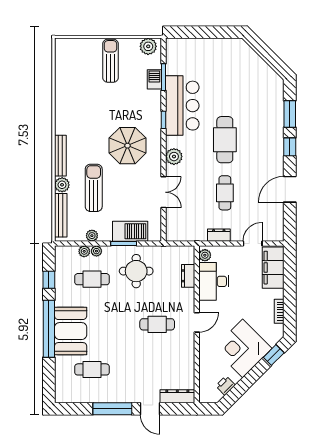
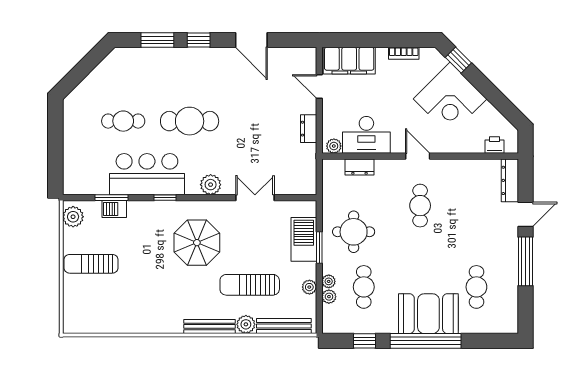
cafe table: (225, 193) -> (123, 121), moved
printer: (225, 386) -> (495, 145), moved, turned 135

